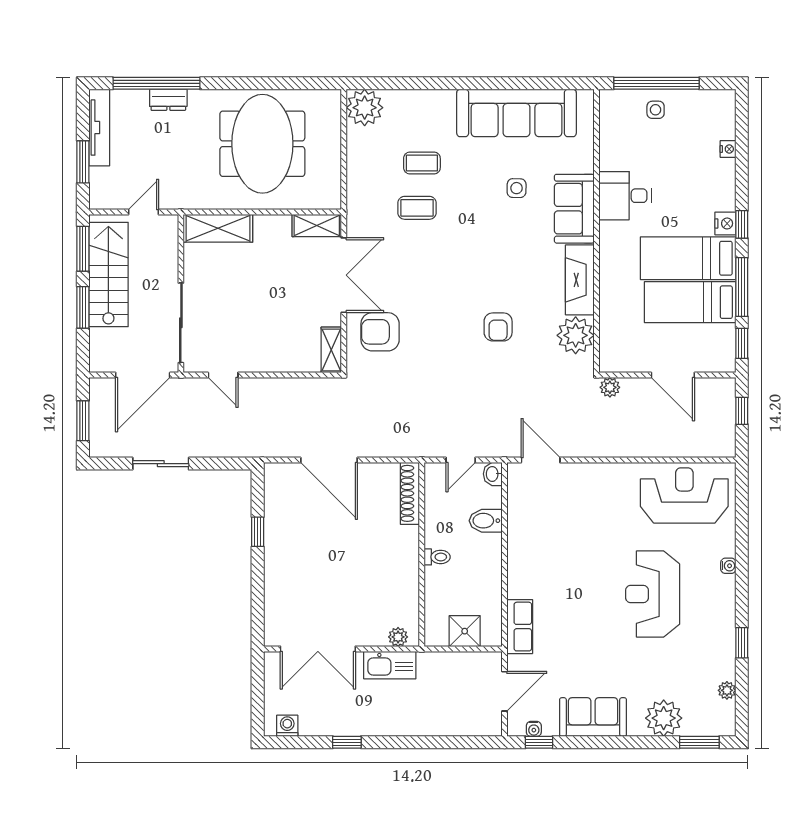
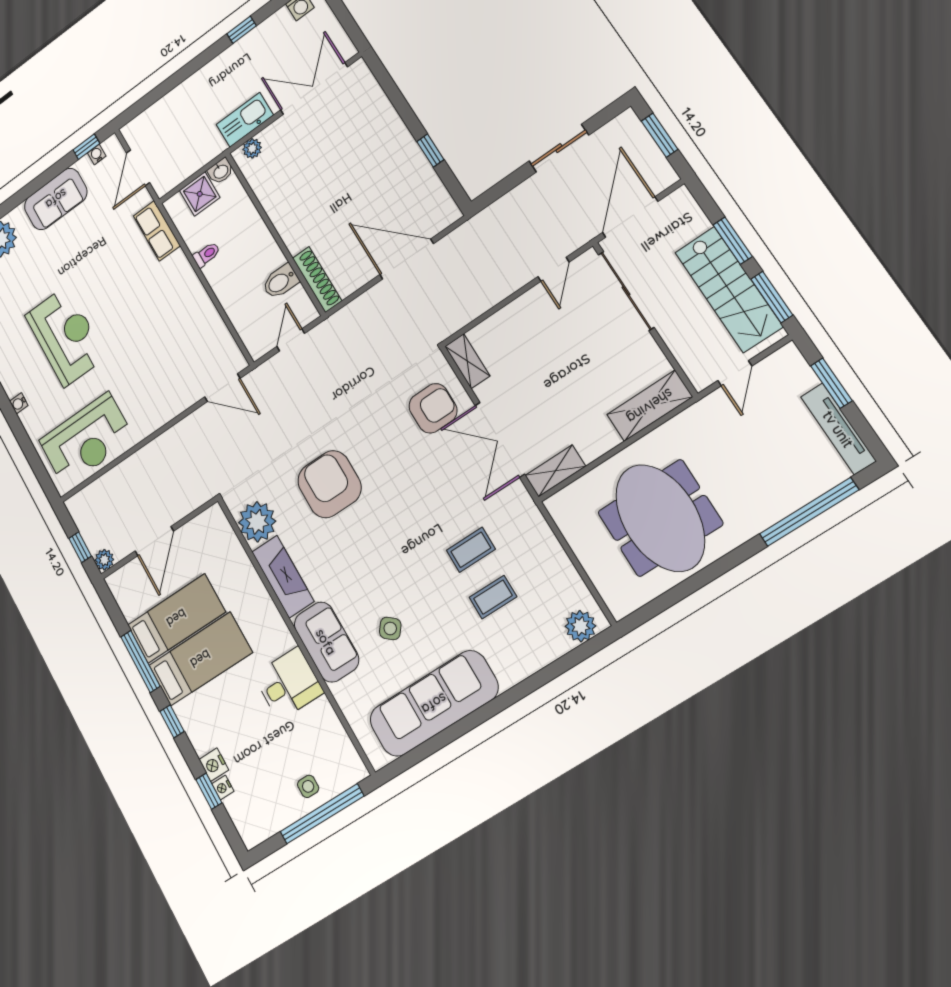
dresser: (168, 100) -> (785, 503), removed
plant: (365, 108) -> (580, 626), width x0.73, depth x0.73
side table: (517, 188) -> (390, 628), turned 38
nightstand: (725, 223) -> (214, 765), moved
armchair: (498, 327) -> (329, 484), width x1.88, depth x1.88
window: (742, 343) -> (209, 791), moved
door: (223, 375) -> (553, 269), swing flipped
door: (673, 375) -> (154, 541), swing flipped
plant: (610, 387) -> (104, 560), moved
washbasin: (493, 474) -> (221, 171), moved, turned 90
bidet: (486, 521) -> (281, 282), moved, turned 180
toilet: (437, 557) -> (206, 255), moved, turned 180

